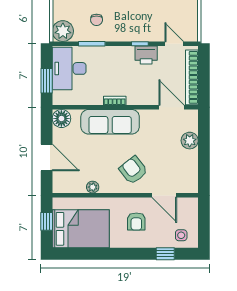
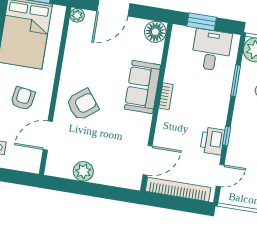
desk: (69, 68) -> (211, 50), width x0.73
sofa: (110, 122) -> (142, 87), width x0.73
plant: (190, 141) -> (83, 171), moved
plant: (93, 187) -> (77, 15), moved
armchair: (136, 222) -> (23, 98), turned 99

